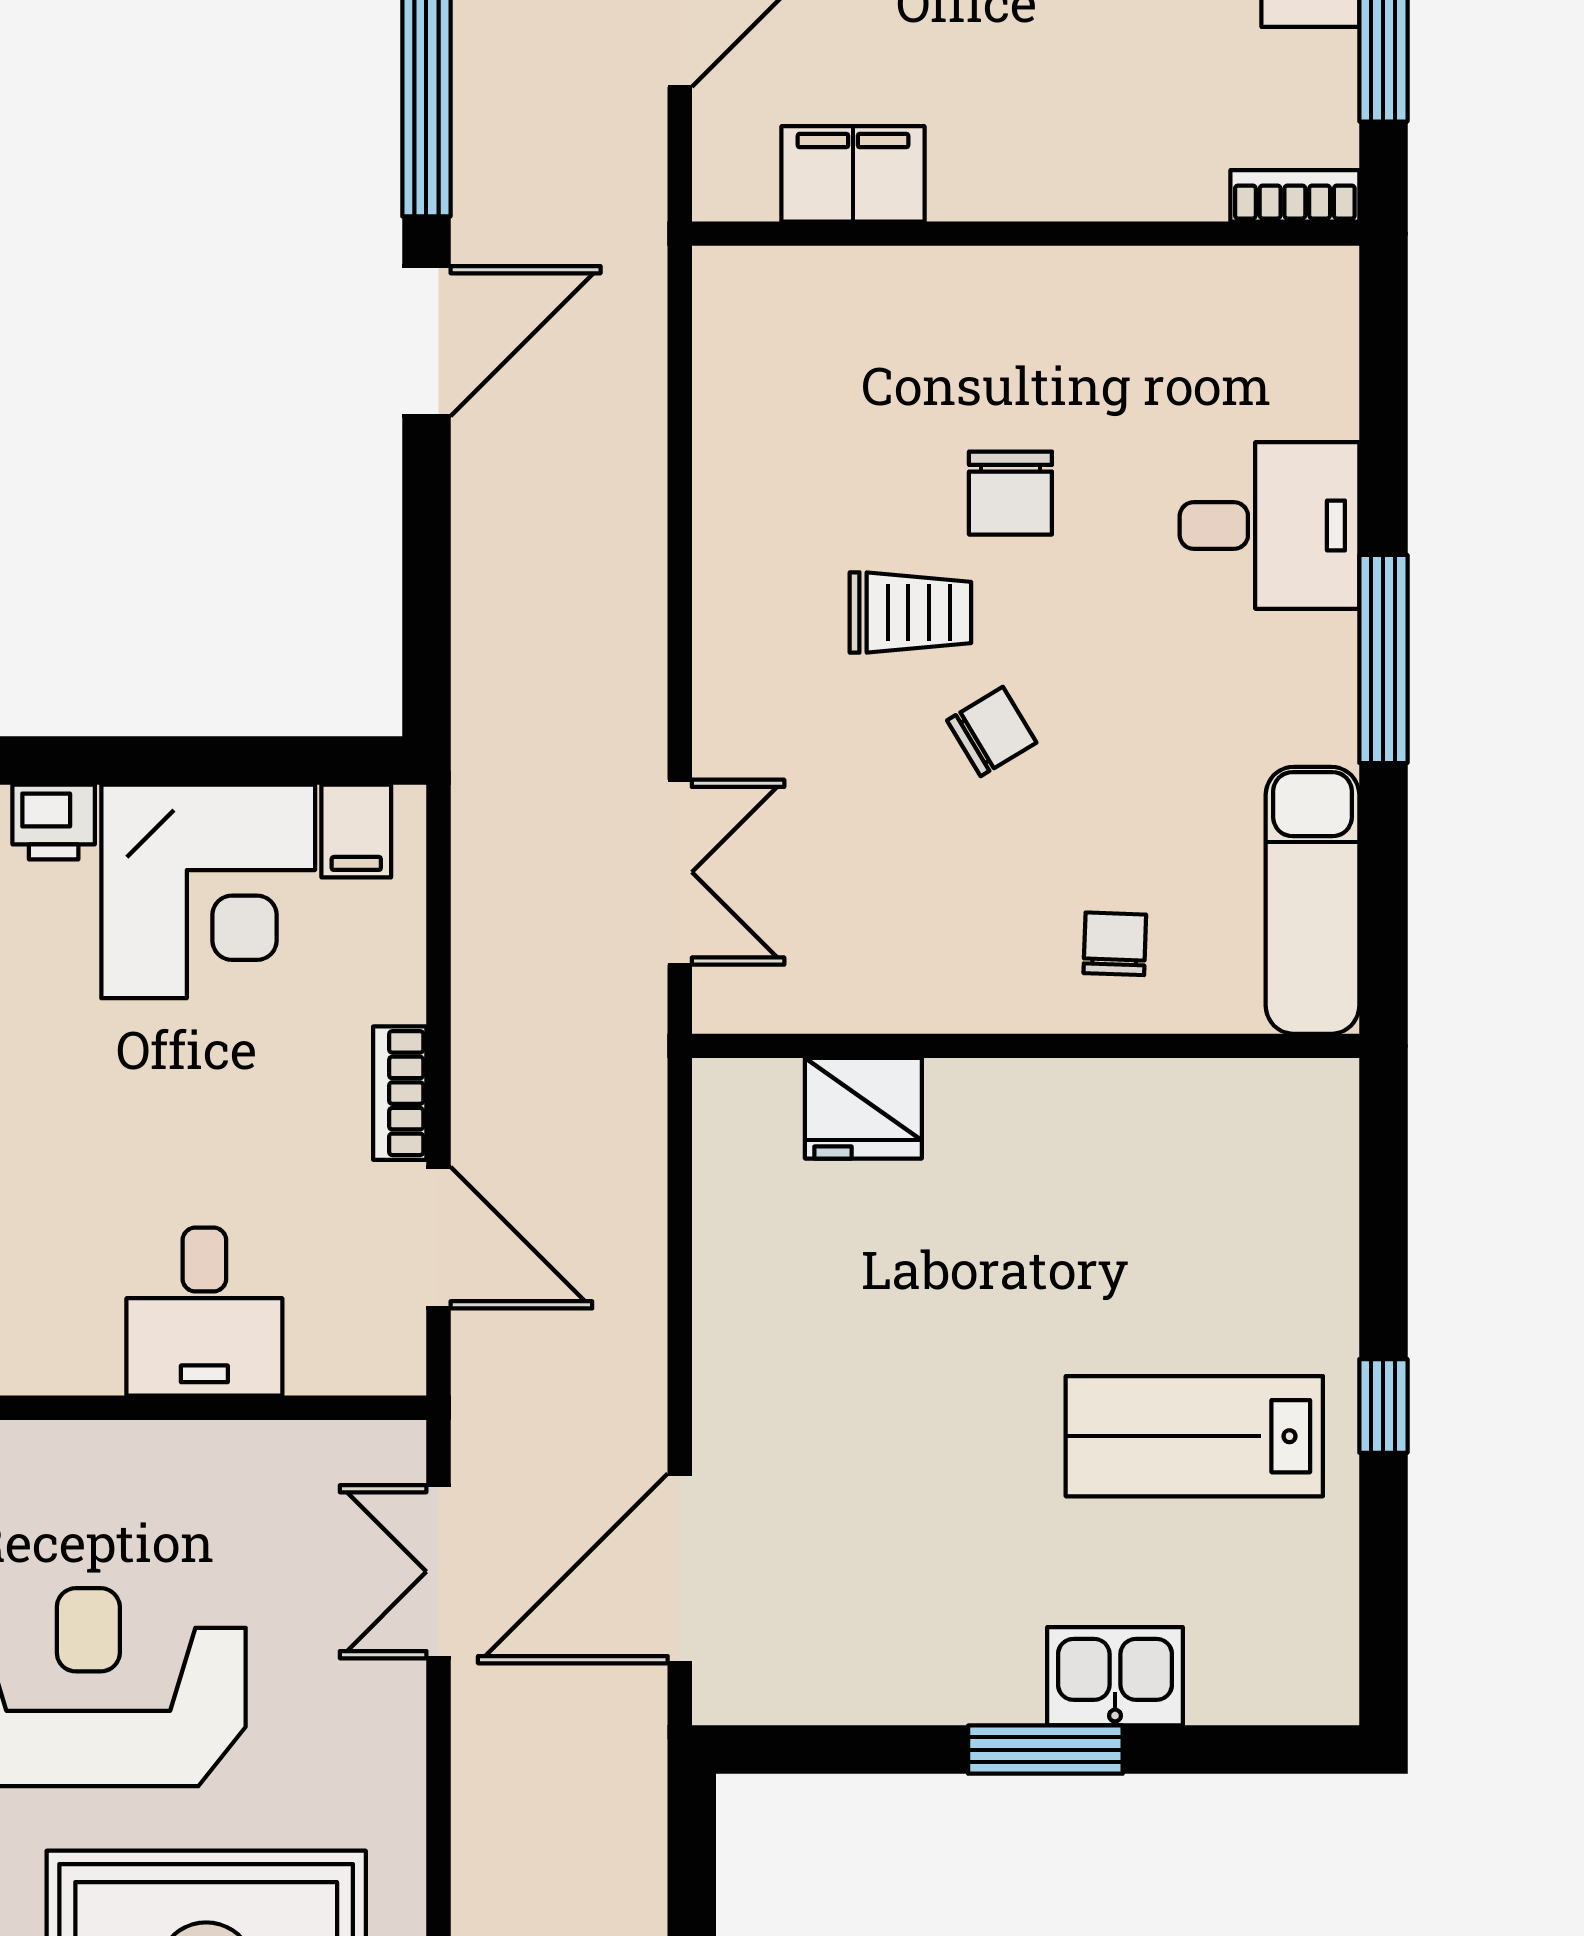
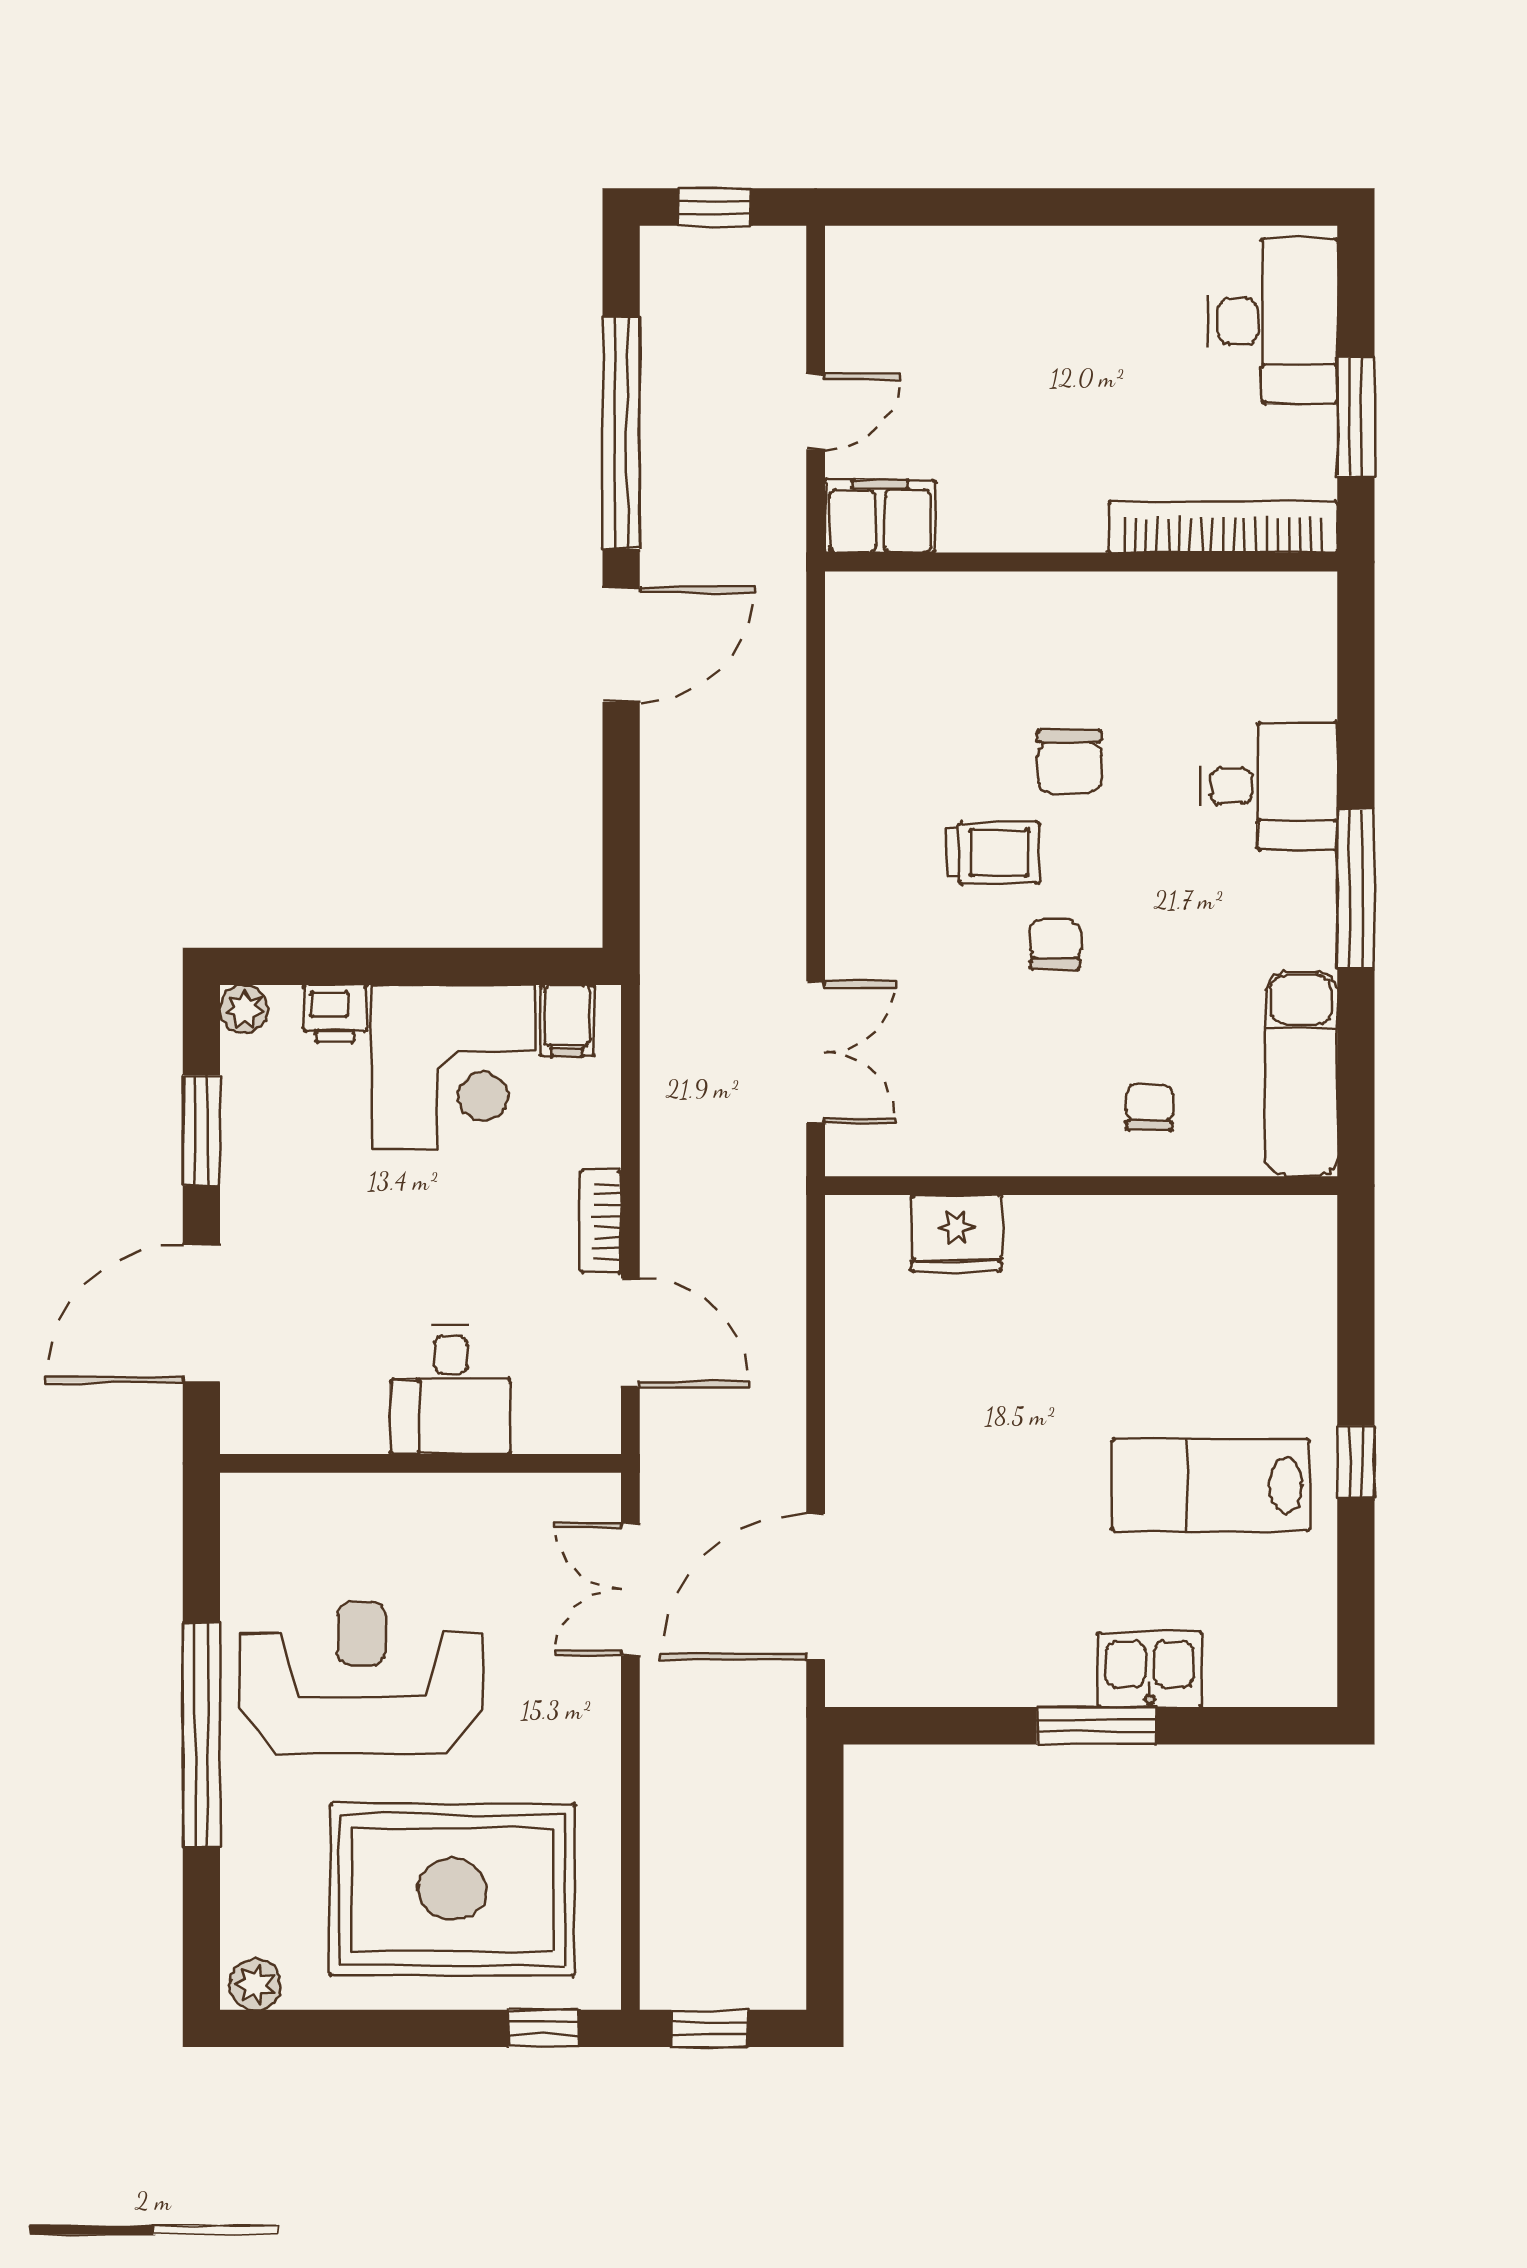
filing cabinet: (853, 174) -> (880, 516), moved
bookcase: (1295, 196) -> (1223, 527), width x2.31, depth x1.31
chair: (992, 732) -> (1055, 944), turned -59

